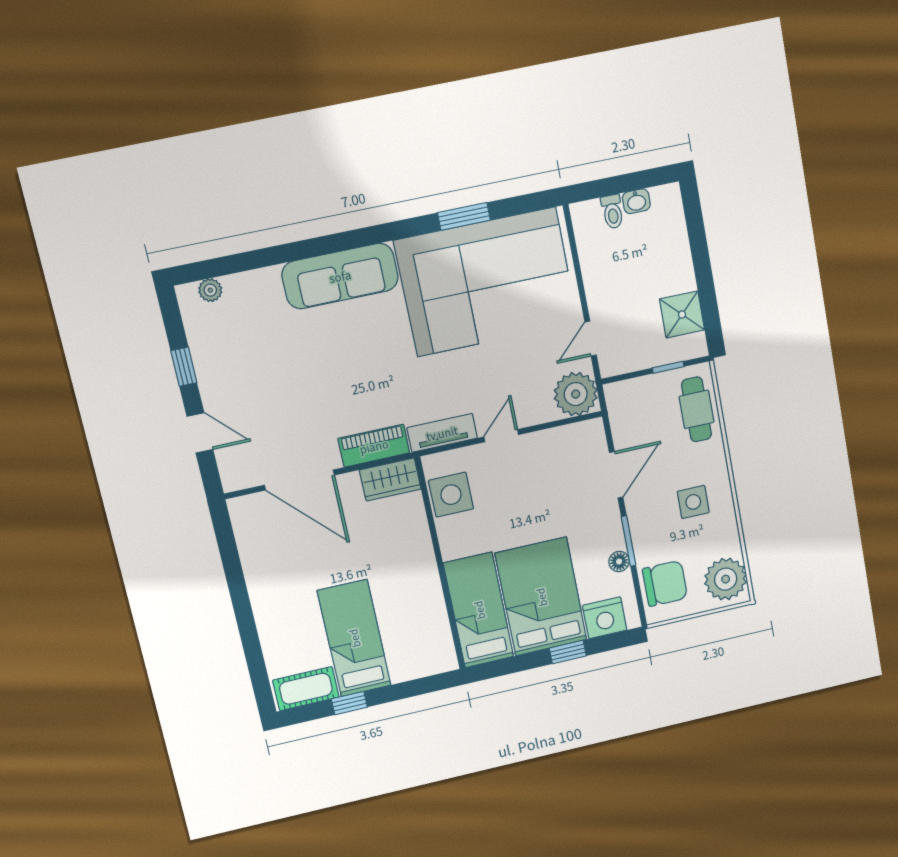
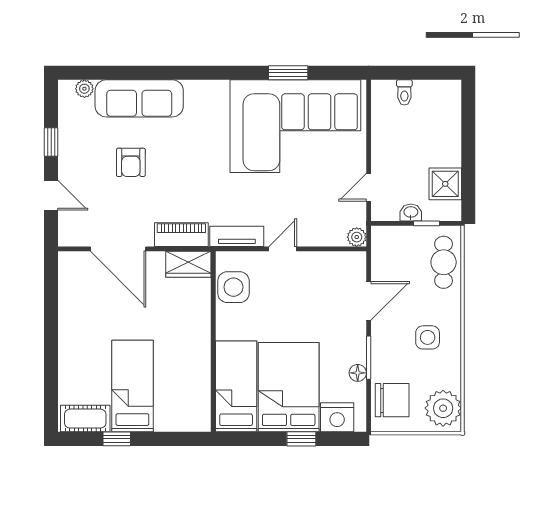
washbasin: (636, 201) -> (411, 212), moved, turned 180
sofa: (340, 276) -> (139, 98), moved
armchair: (291, 371) -> (131, 162), added
plant: (576, 394) -> (357, 237), width x0.53, depth x0.53

